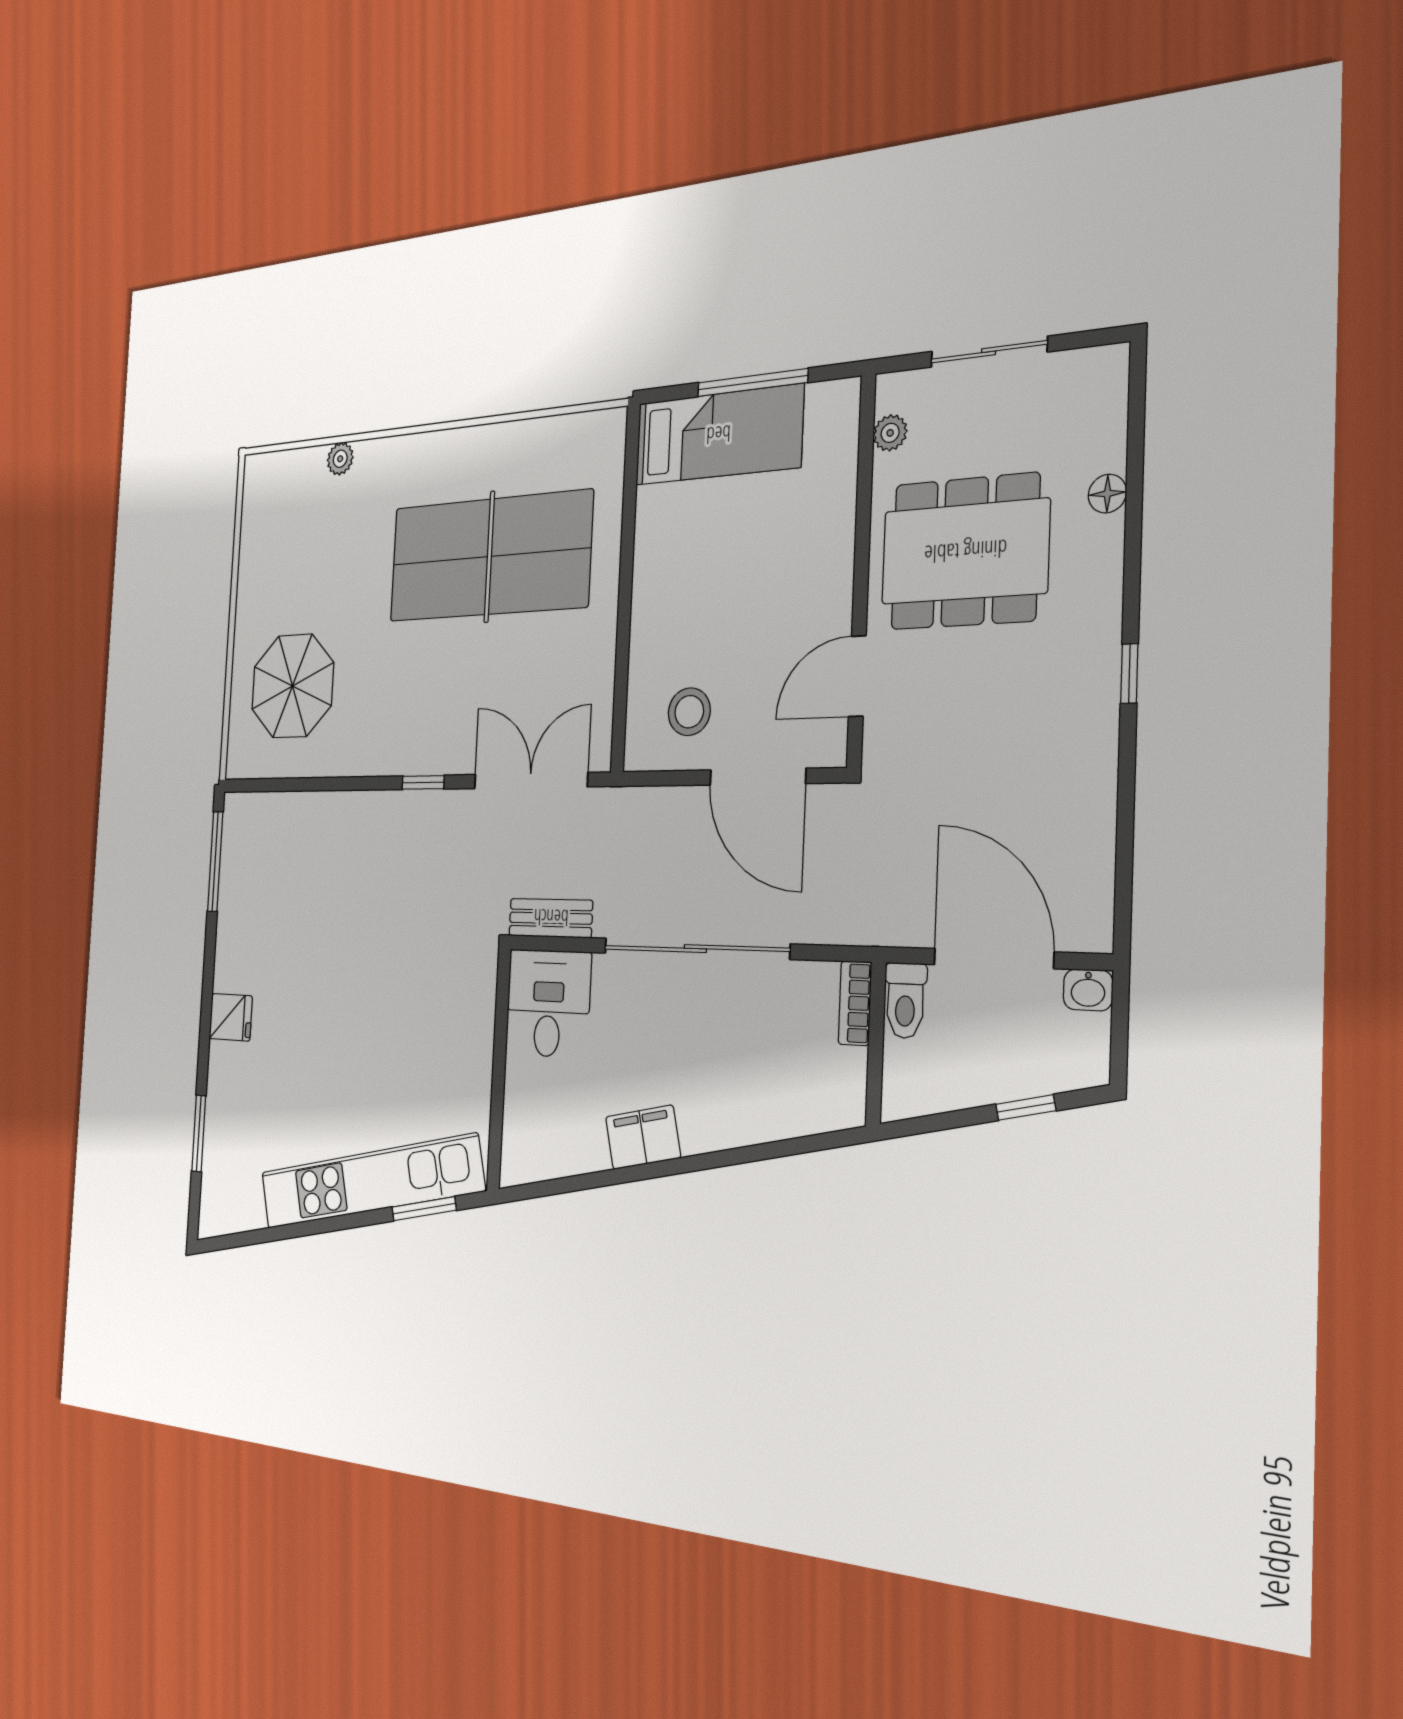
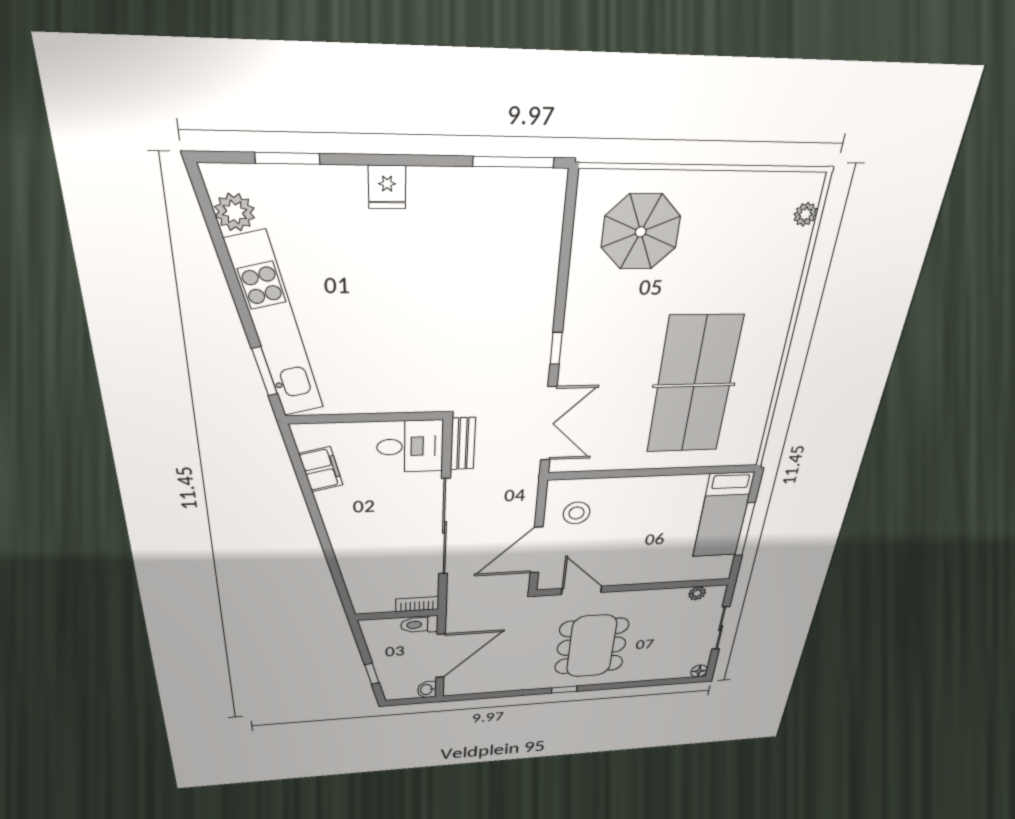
plant: (340, 459) -> (805, 214), moved
floor lamp: (1107, 494) -> (699, 671), moved
dining table: (965, 552) -> (592, 646), moved
filing cabinet: (643, 1137) -> (321, 469), moved
plant: (245, 1207) -> (235, 212), added

